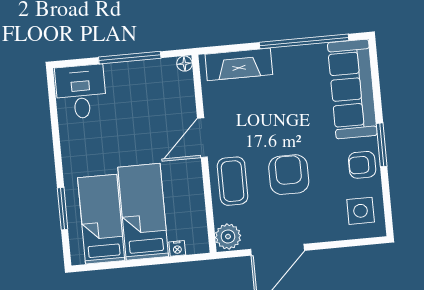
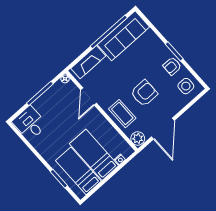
sofa: (352, 89) -> (123, 36), moved, turned -90
door: (202, 138) -> (89, 97), moved
armchair: (289, 175) -> (144, 93), turned 90

